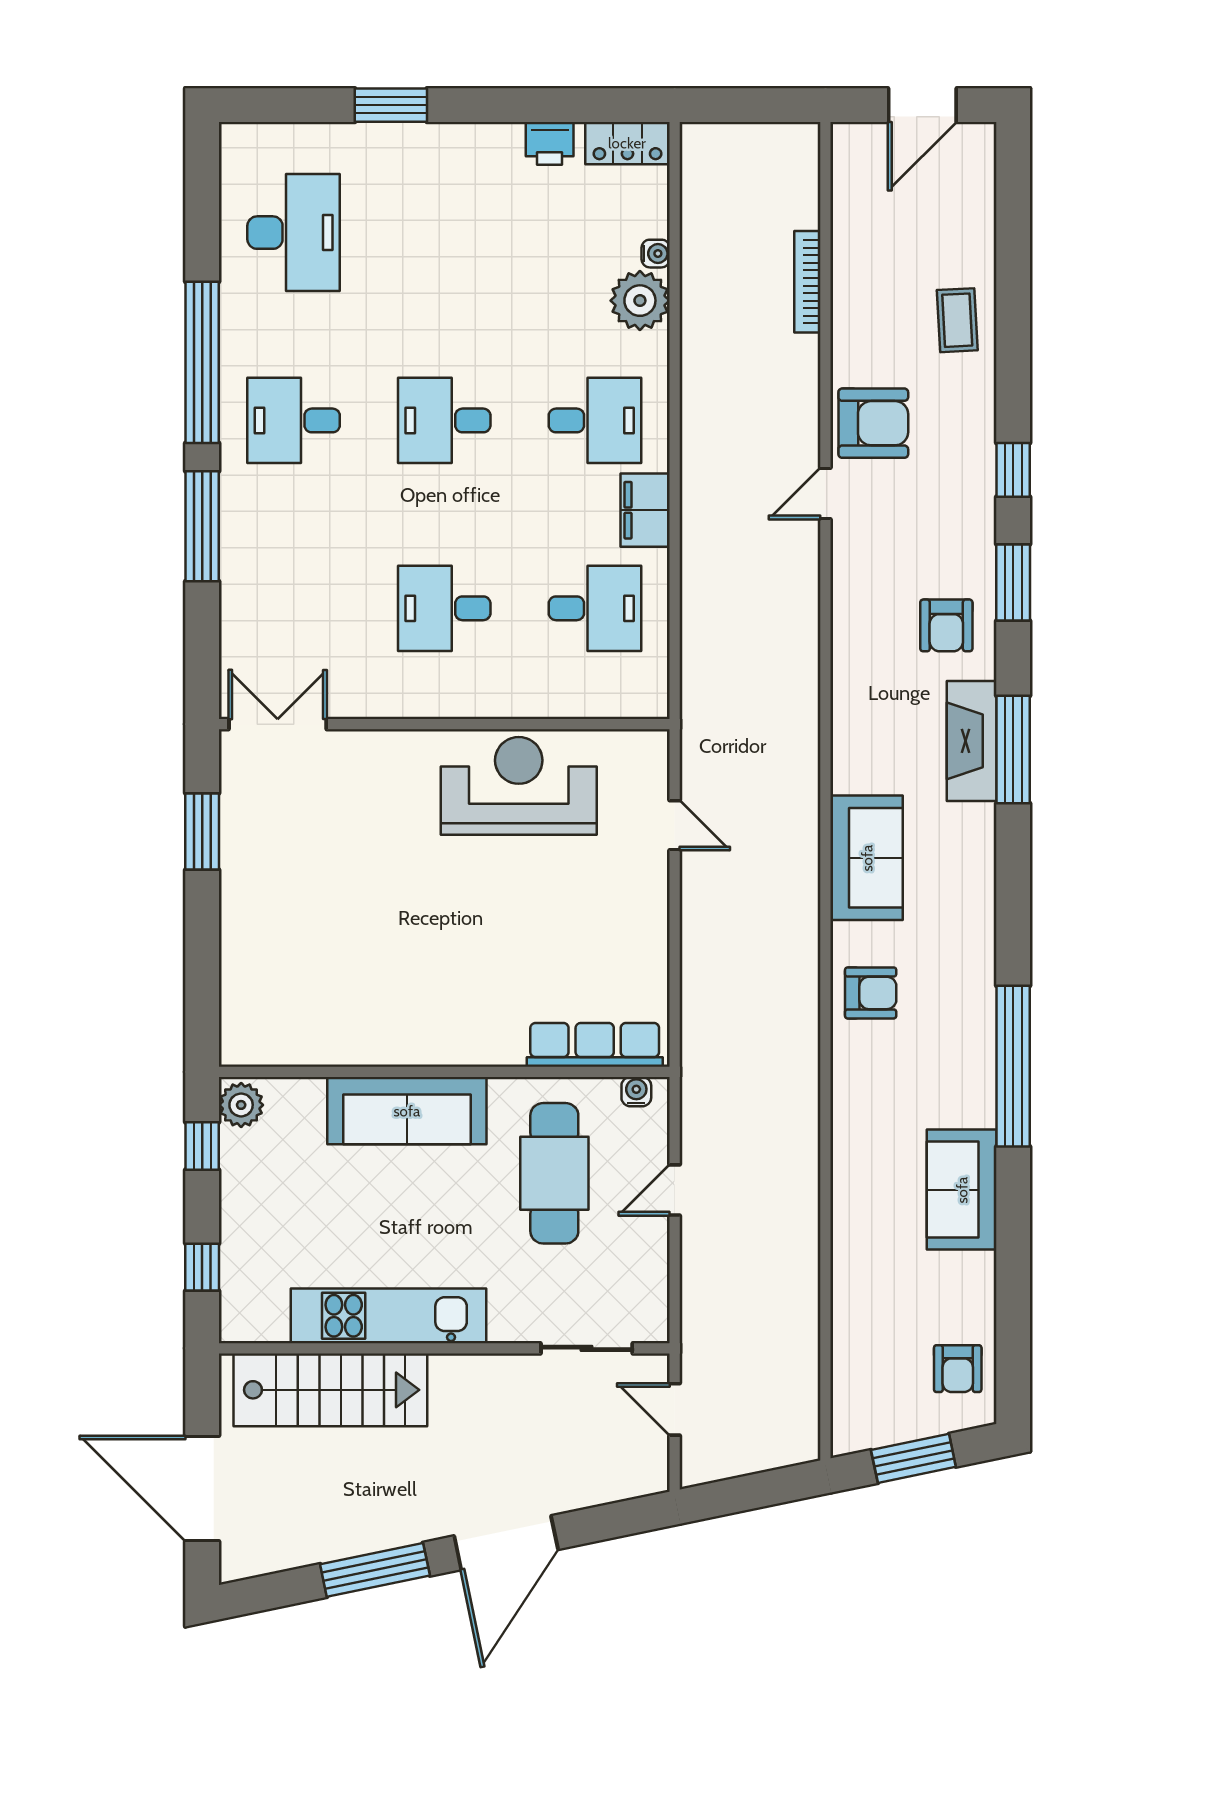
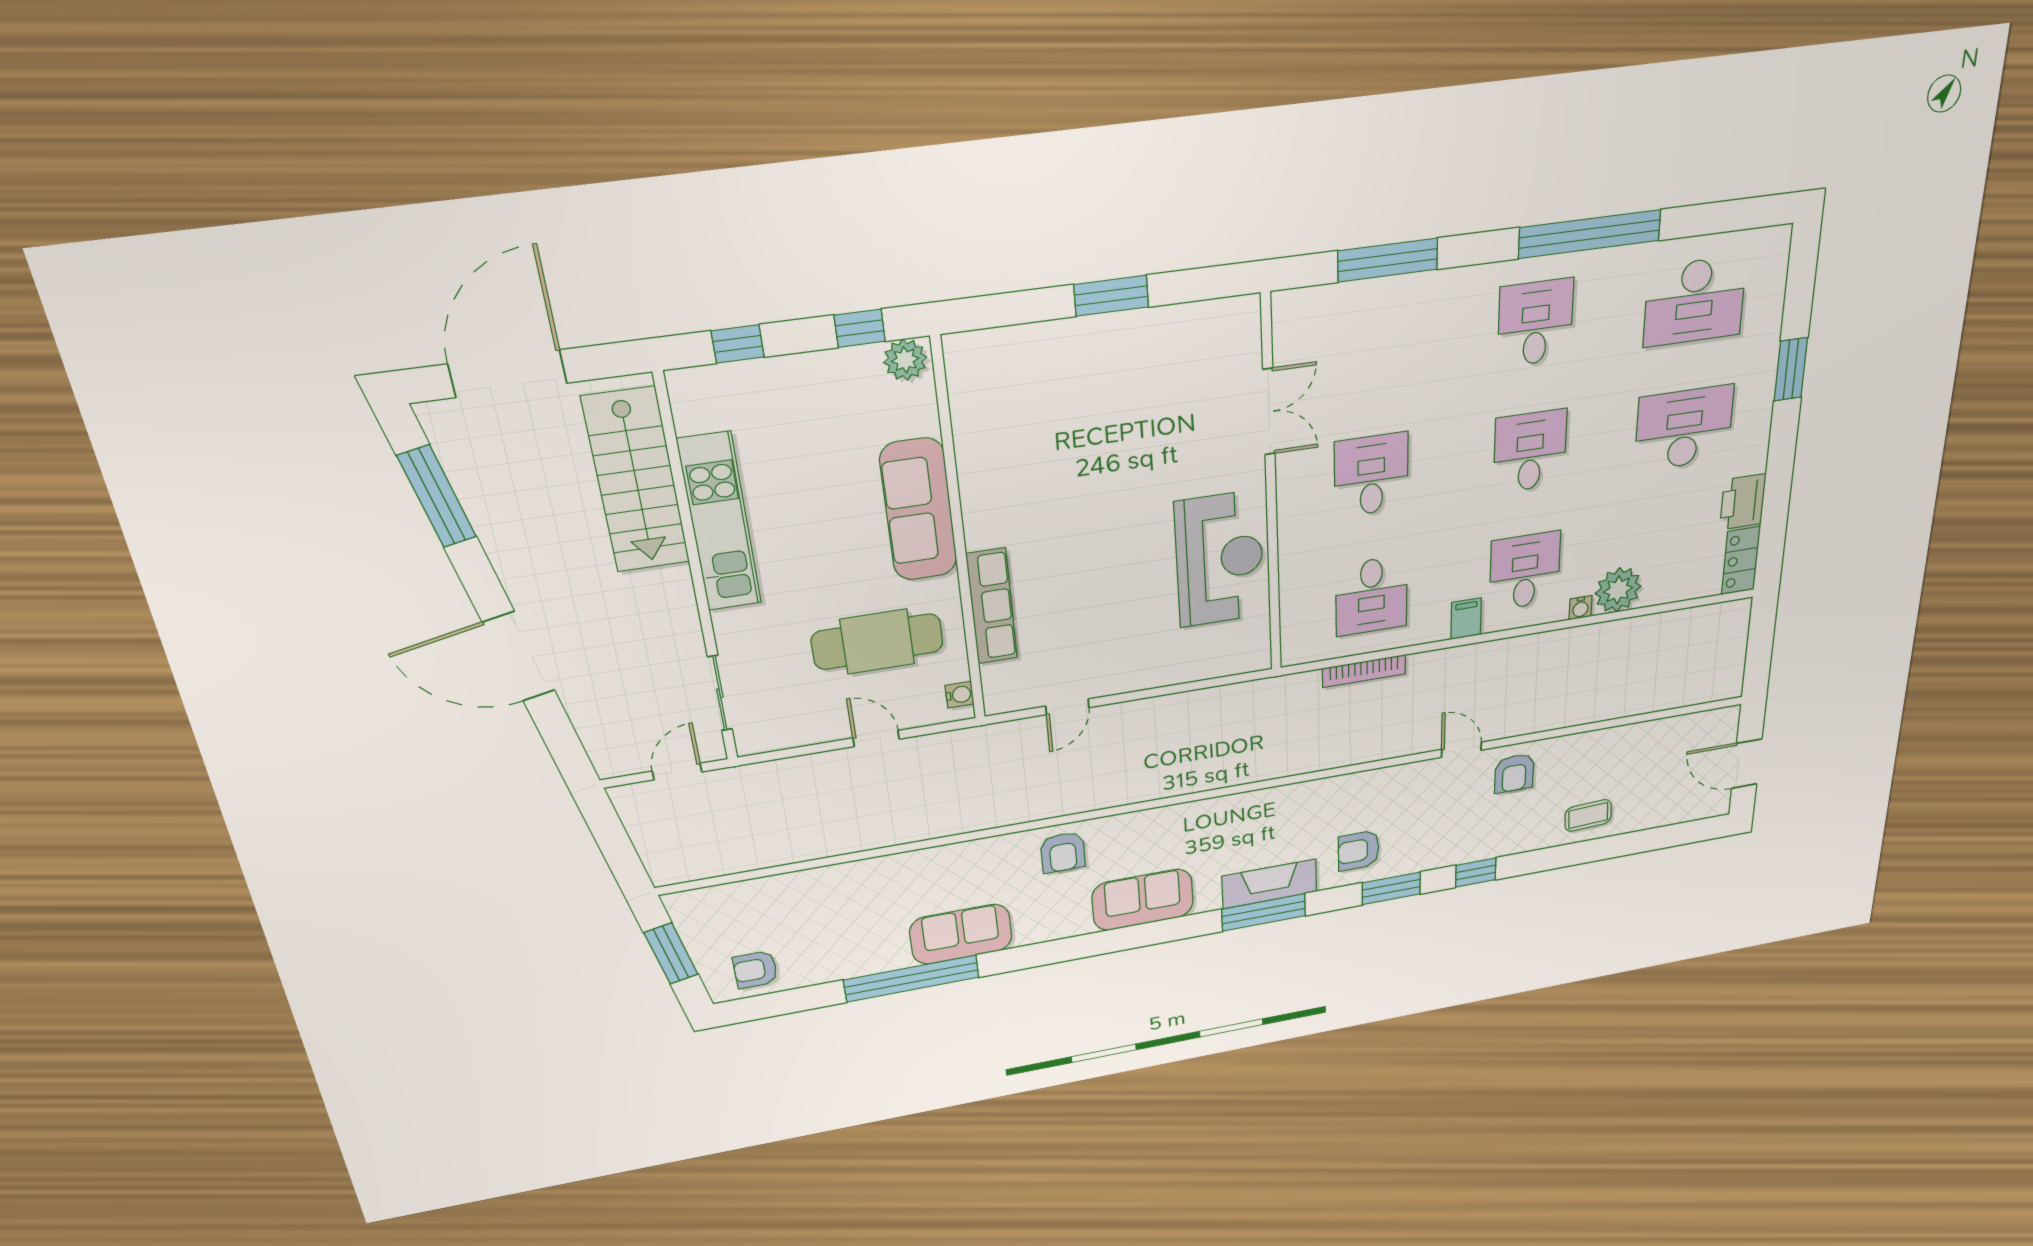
printer: (550, 143) -> (1743, 502), width x1.36, depth x1.24
desk: (444, 233) -> (1684, 428), added
water cooler: (656, 254) -> (1580, 608), moved
bookcase: (807, 282) -> (1364, 671), moved, turned 180
desk: (595, 420) -> (1525, 571), turned 180
armchair: (873, 423) -> (1514, 773), width x0.72, depth x0.72
filing cabinet: (645, 510) -> (1466, 619), width x0.50
window: (202, 526) -> (1388, 260), moved
double door: (278, 724) -> (1269, 412), moved
door: (675, 825) -> (1067, 707), moved
window: (202, 831) -> (1111, 296), moved
sofa: (867, 858) -> (1143, 900), moved, turned 180
row of seats: (595, 1045) -> (992, 606), moved
window: (1013, 1066) -> (912, 979), moved
sofa: (962, 1190) -> (961, 934), moved
window: (375, 1570) -> (437, 496), moved

